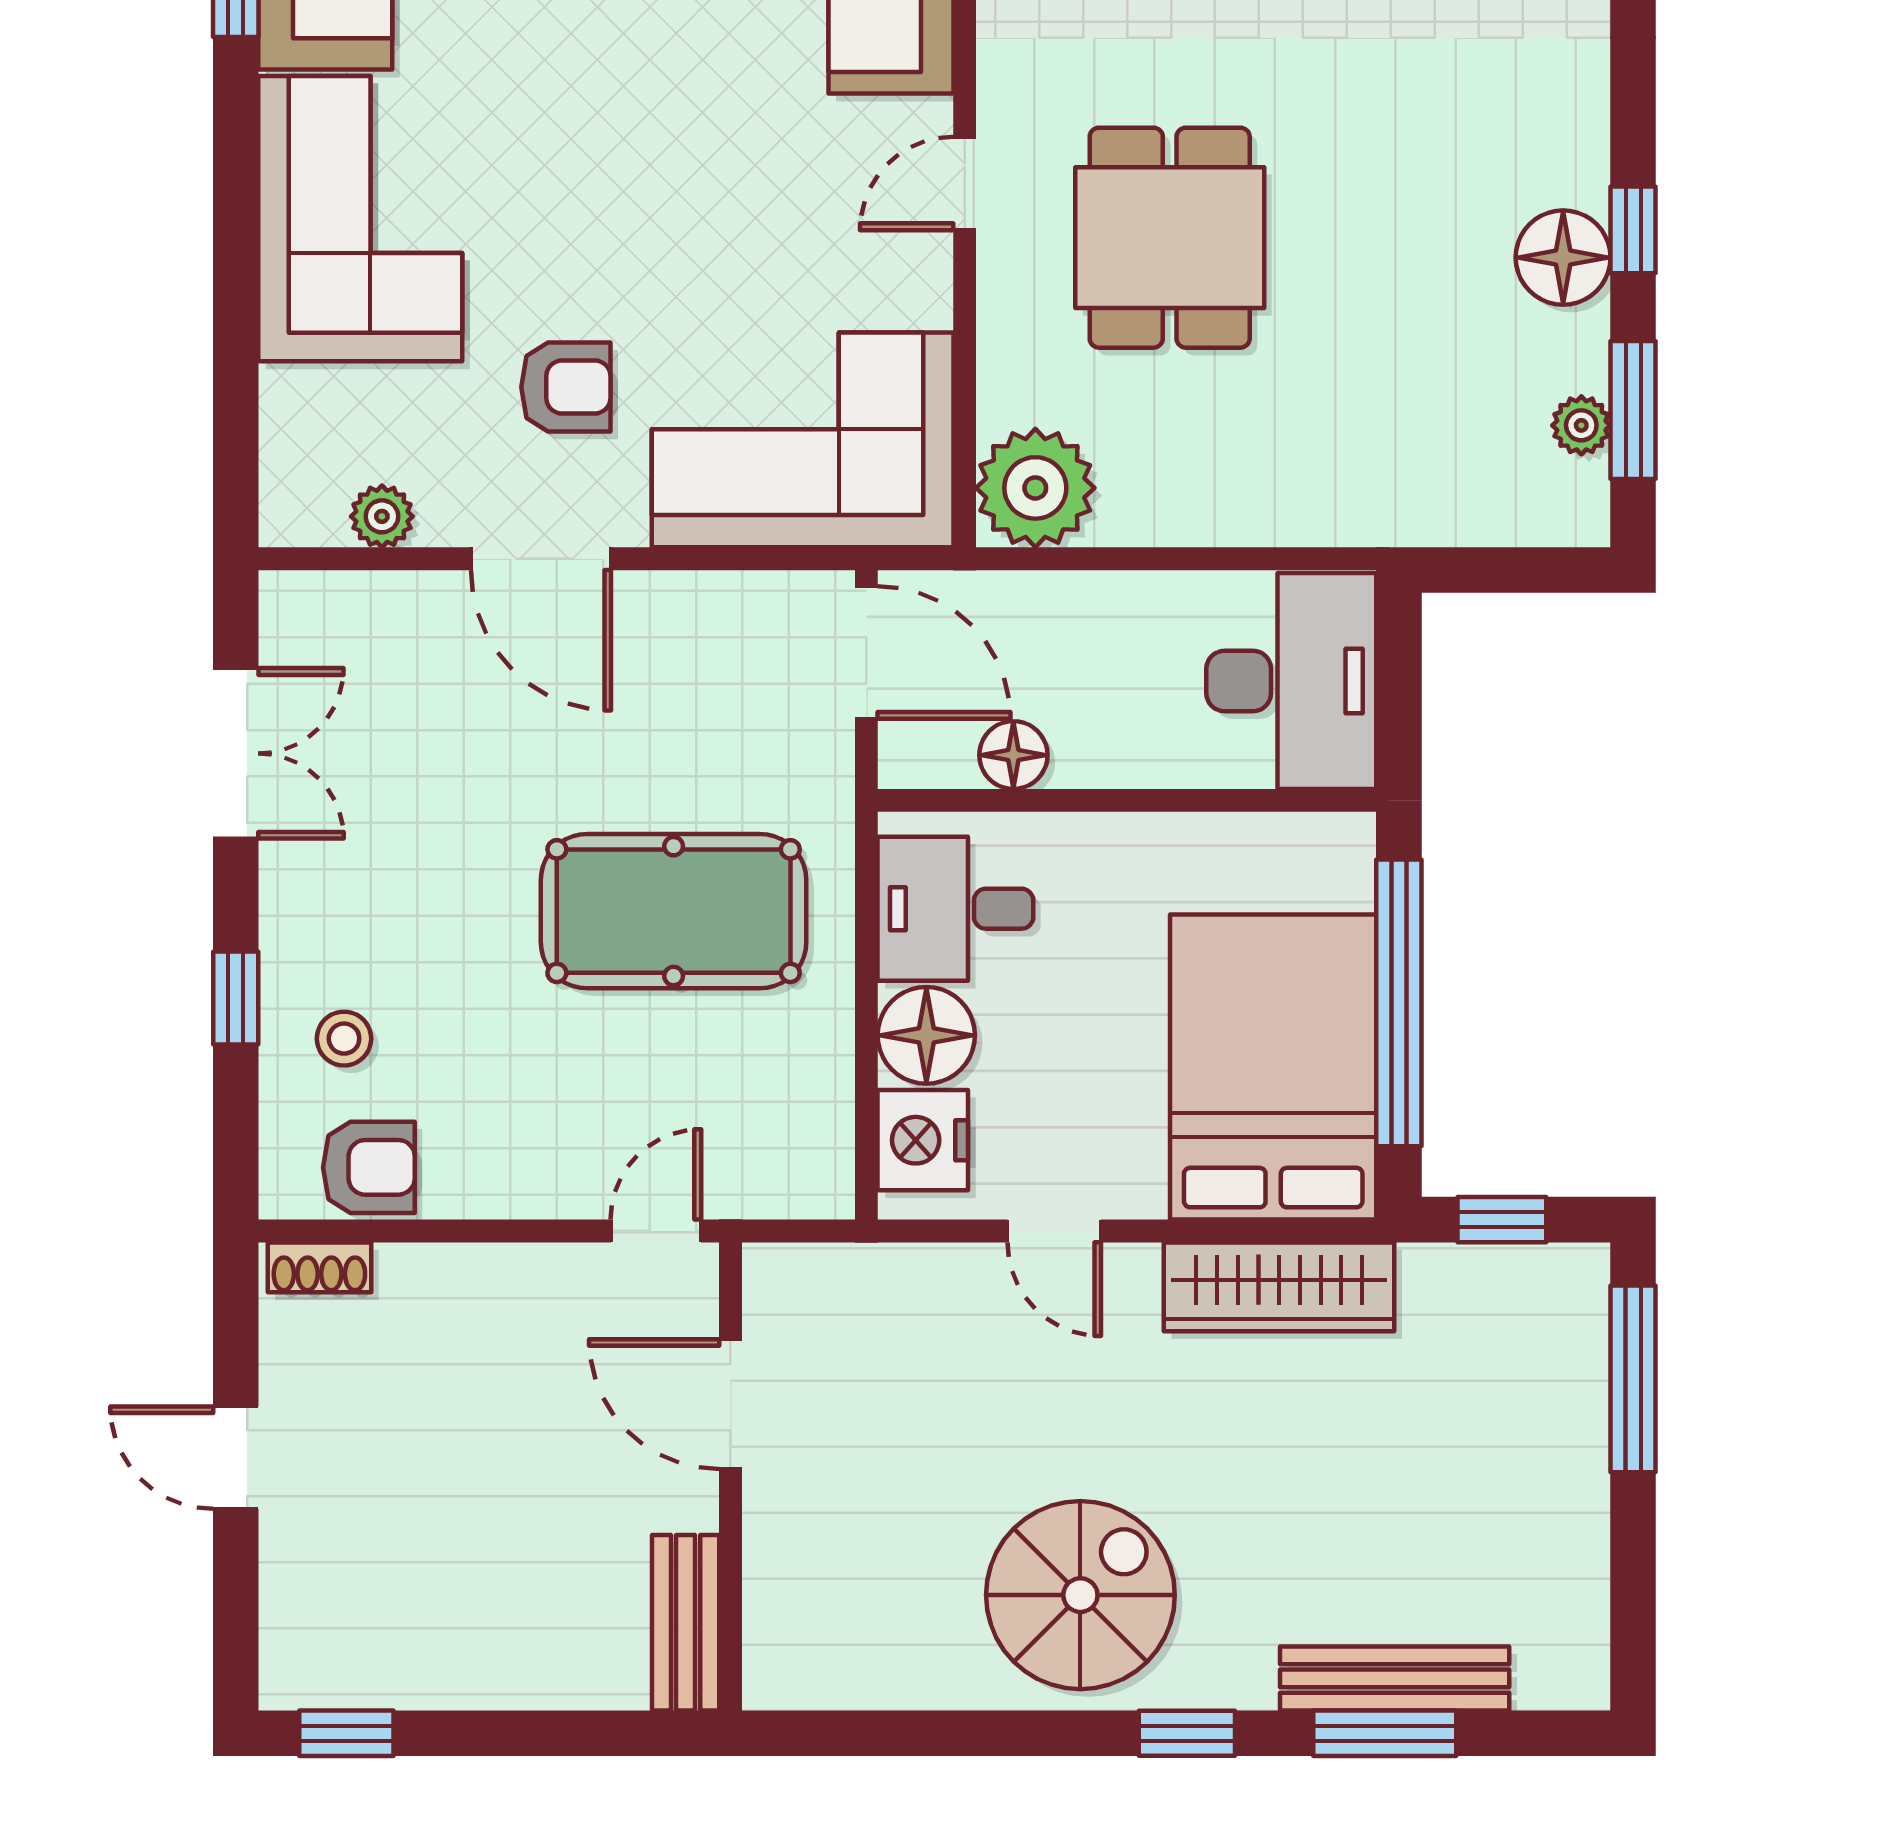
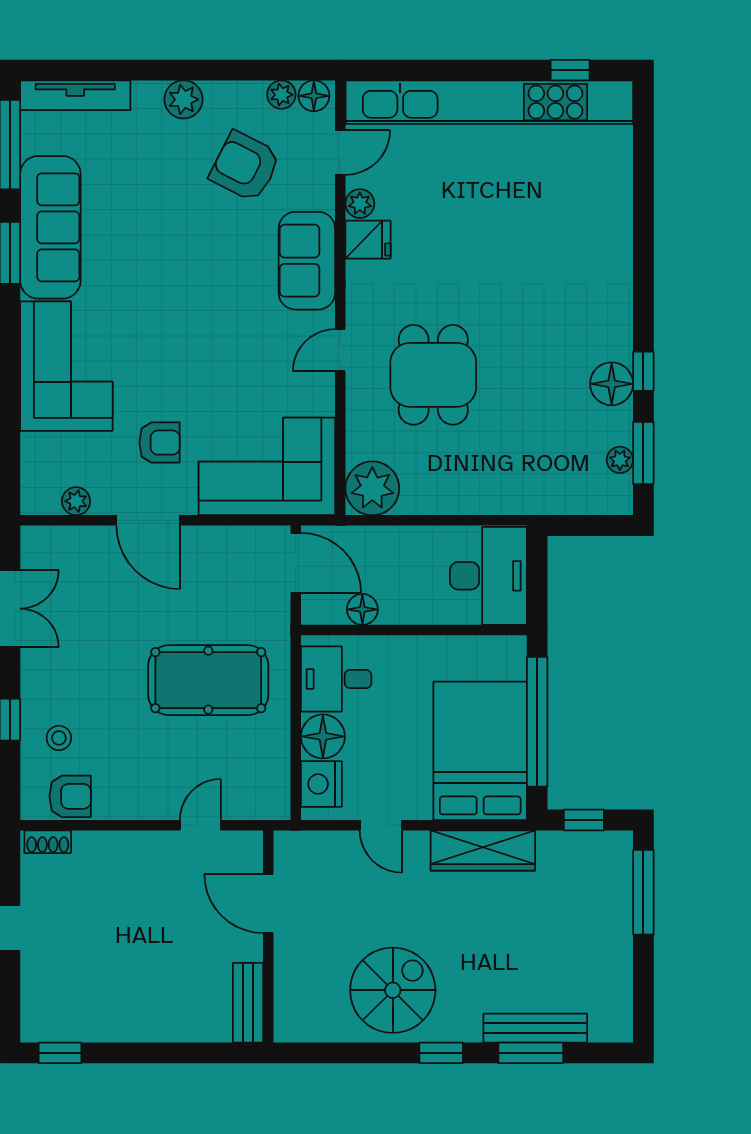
door: (730, 1404) -> (268, 904), moved
wall: (730, 1476) -> (268, 936), moved
bench: (686, 1623) -> (248, 1003), moved

